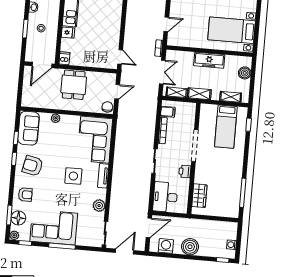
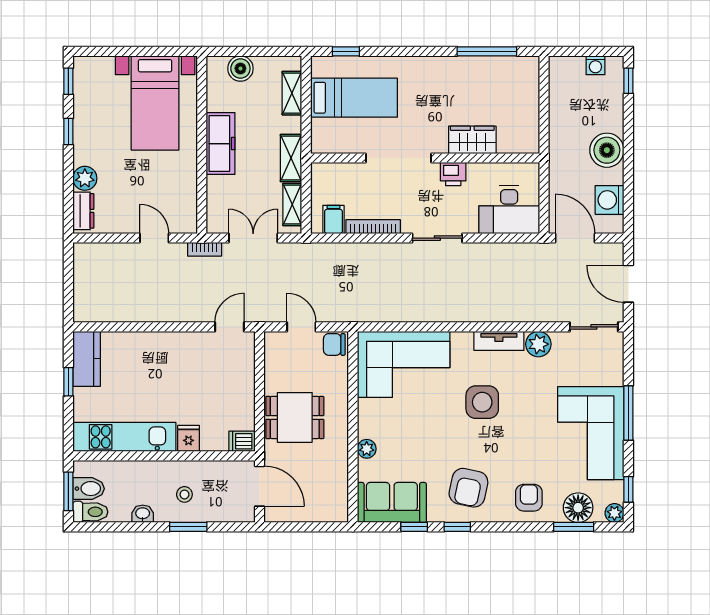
tv unit: (103, 176) -> (499, 341), moved
wardrobe: (199, 196) -> (472, 140), moved

